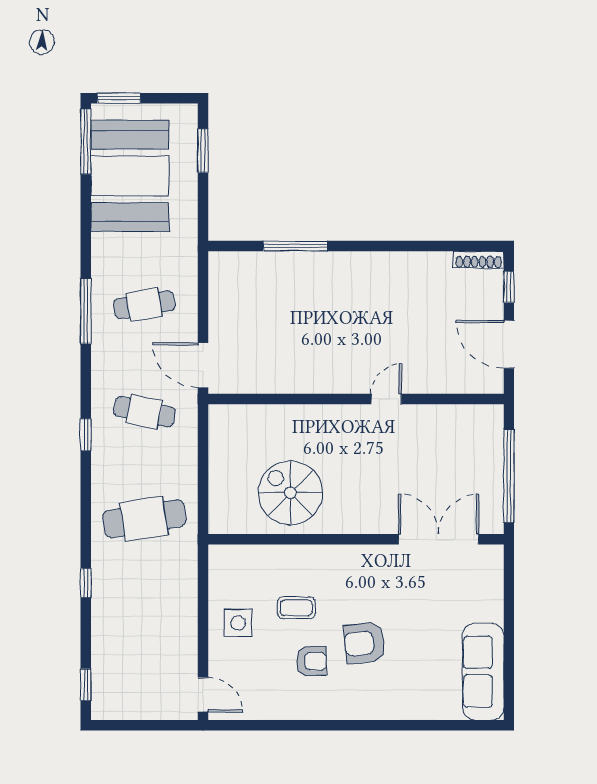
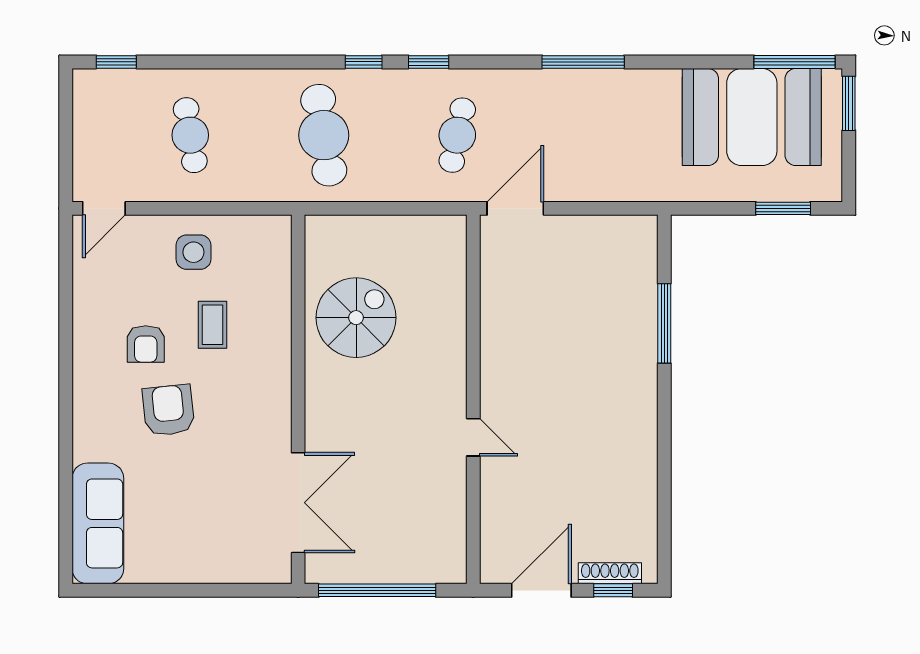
shoe rack: (479, 260) -> (610, 573), moved, turned 90
cafe table: (144, 305) -> (190, 135), moved
window: (86, 583) -> (364, 62), moved
sofa: (483, 672) -> (98, 523), moved, turned 90

